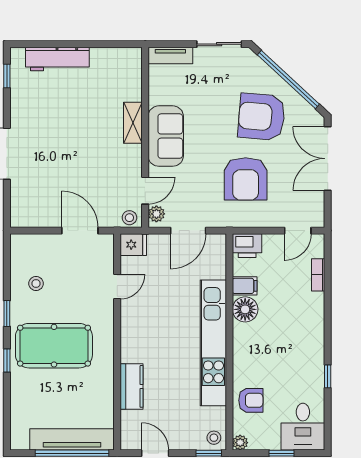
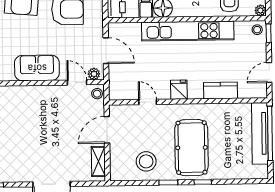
shelving: (133, 123) -> (98, 161), moved, turned 90
fridge: (133, 245) -> (179, 90), moved
stool: (36, 283) -> (146, 161), width x1.89, depth x1.89

